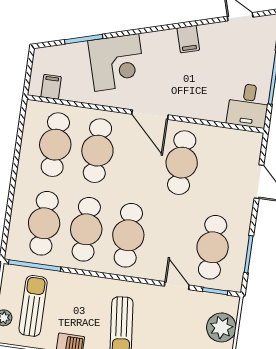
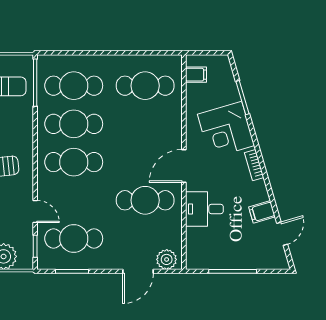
bookcase: (160, 37) -> (254, 165), added
filing cabinet: (188, 39) -> (262, 212), moved
desk: (248, 105) -> (204, 209), moved
plant: (250, 148) -> (167, 259), added
cafe table: (97, 151) -> (145, 124), removed
door: (177, 286) -> (35, 211), hinge flipped

